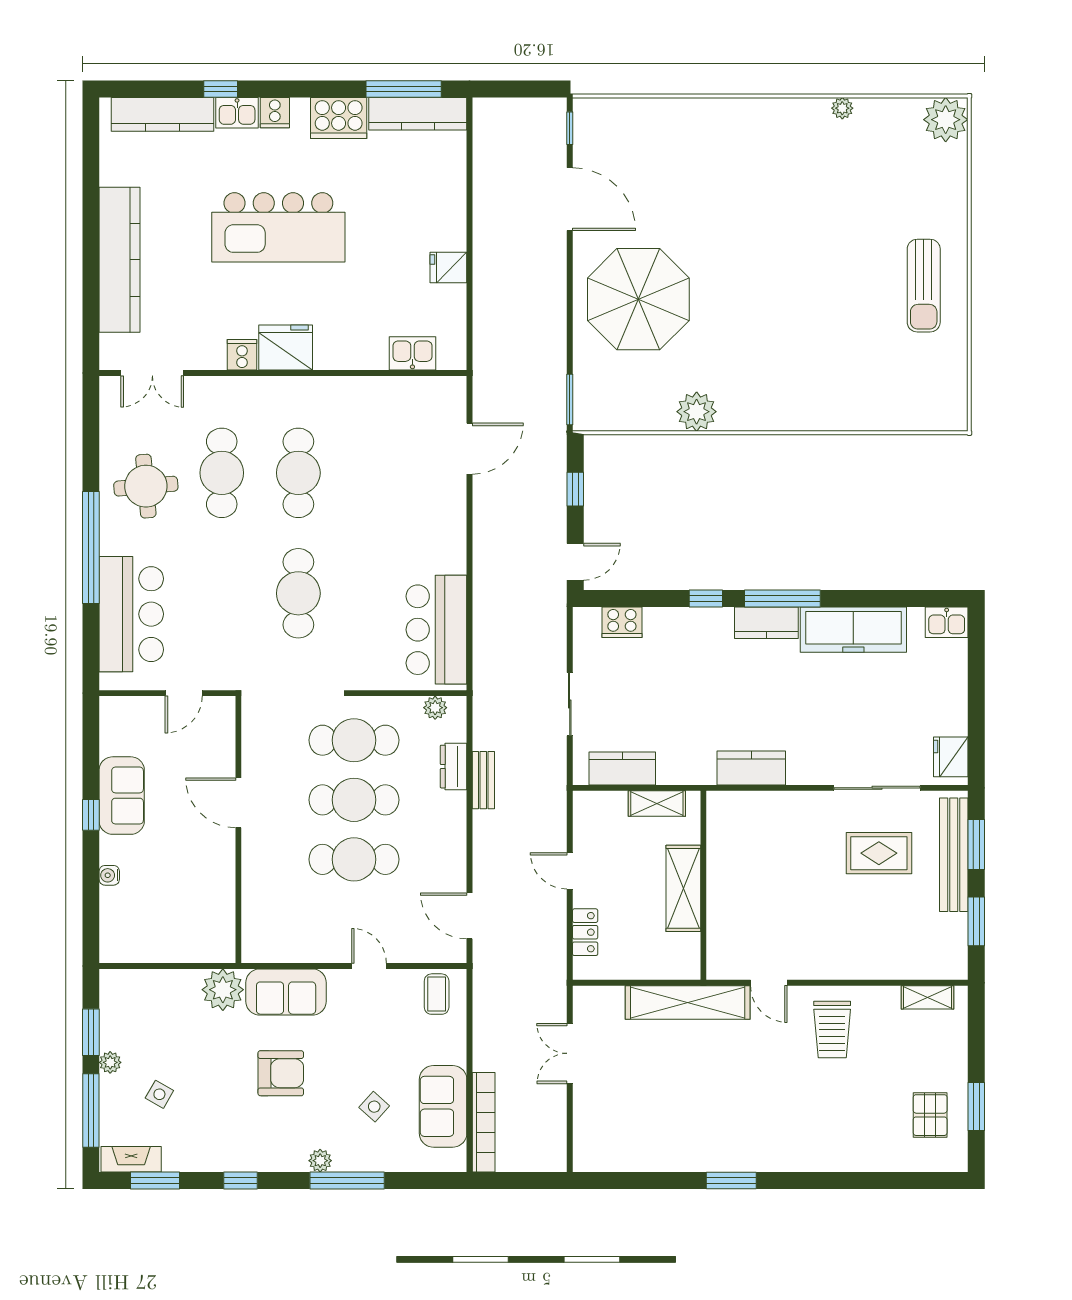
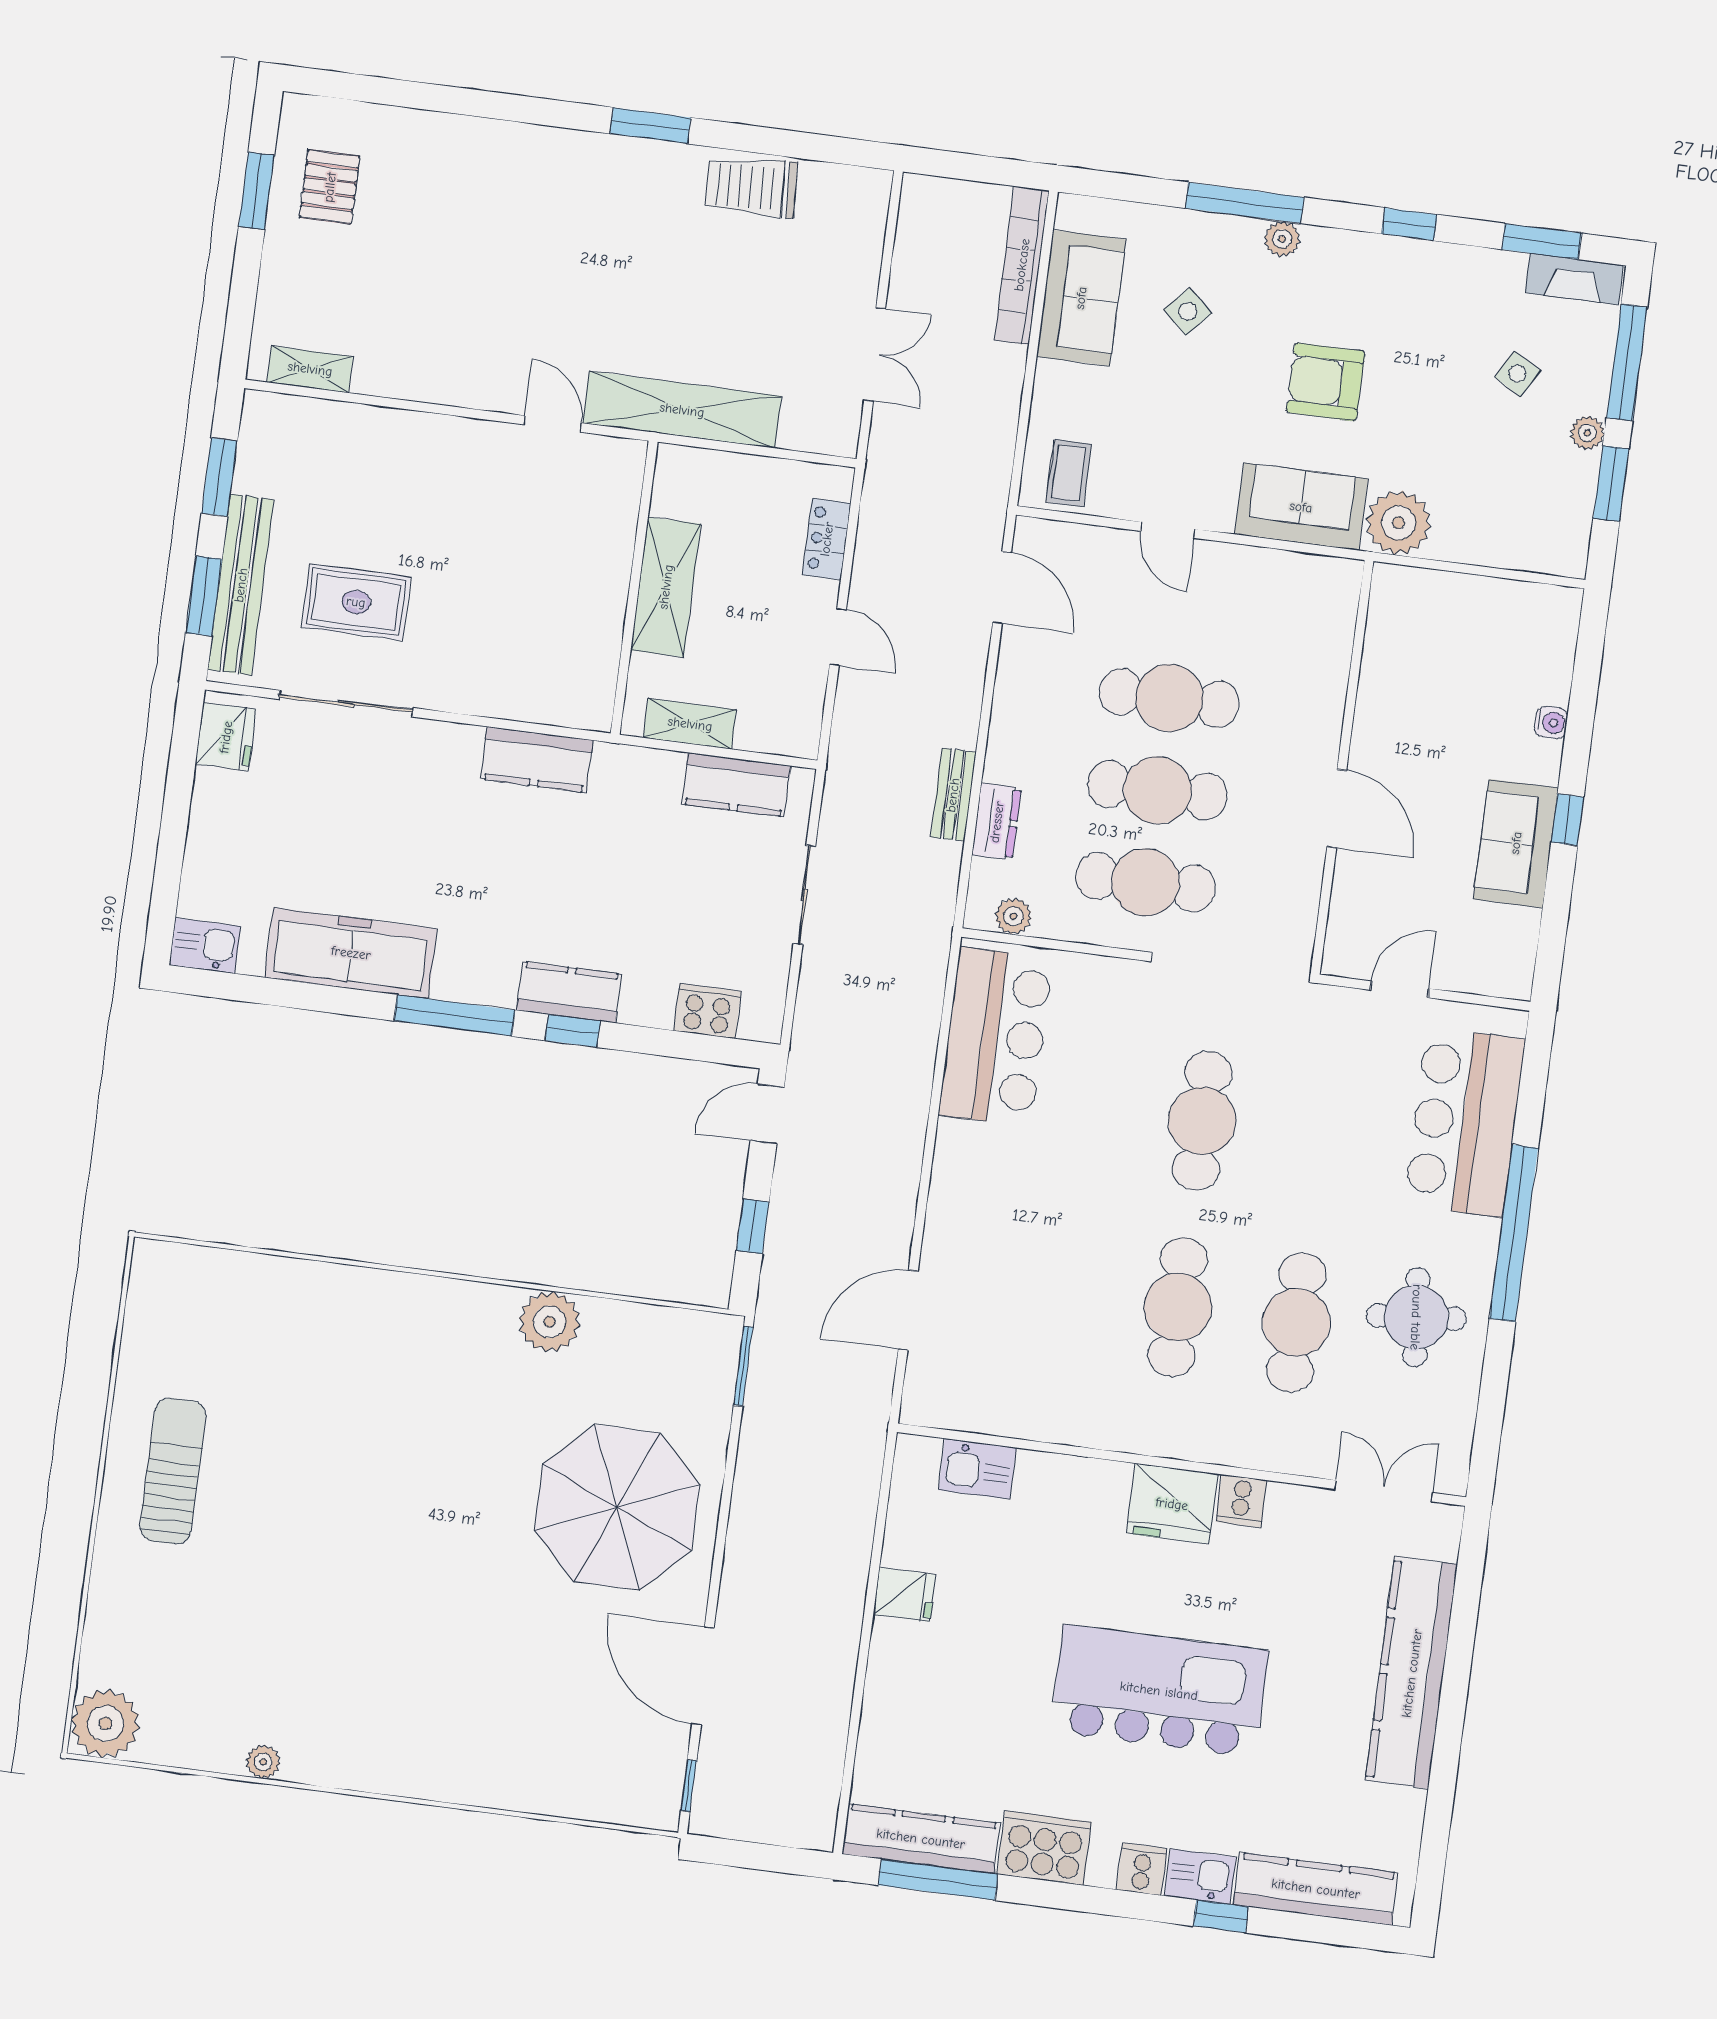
kitchen counter: (766, 623) -> (569, 992), moved
trolley: (832, 1030) -> (751, 187), moved, turned -93

